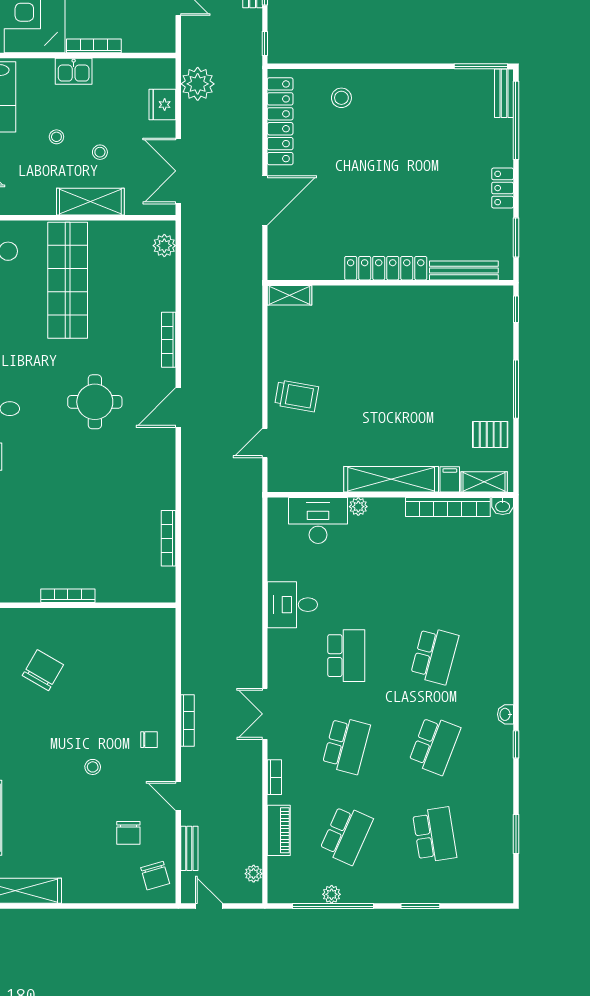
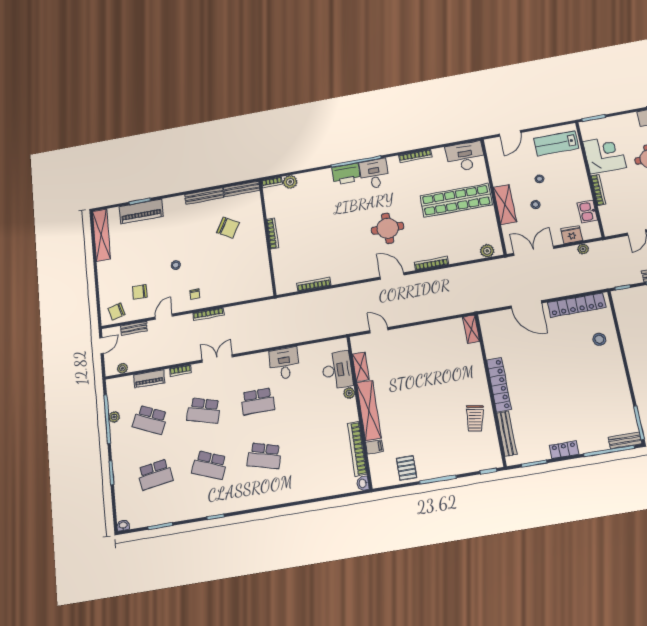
kitchen sink: (74, 71) -> (587, 211), moved
plant: (198, 84) -> (583, 249), width x0.53, depth x0.53
trolley: (297, 396) -> (475, 418), moved
shelving: (484, 482) -> (361, 367), moved
washbasin: (505, 714) -> (123, 525), moved

